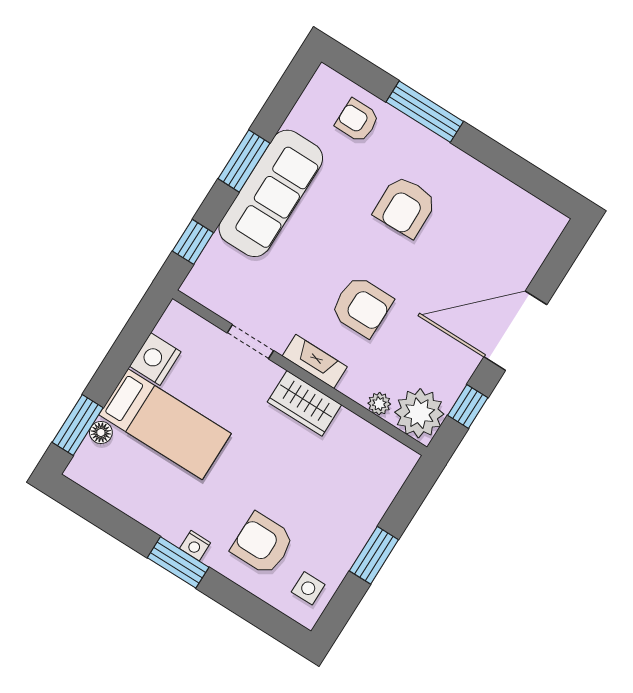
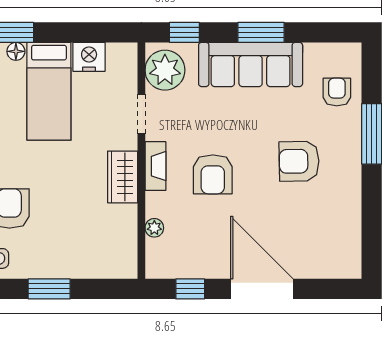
plant: (419, 413) -> (165, 70), moved

